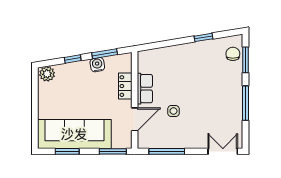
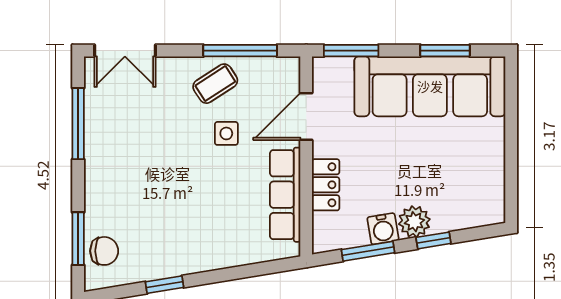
chair: (233, 54) -> (104, 251), turned -90
plant: (47, 74) -> (414, 222), moved
row of seats: (145, 89) -> (285, 195), width x1.48
window: (246, 103) -> (78, 124), moved
coffee table: (179, 135) -> (215, 84), added

